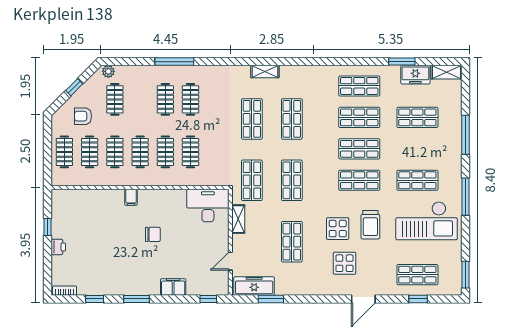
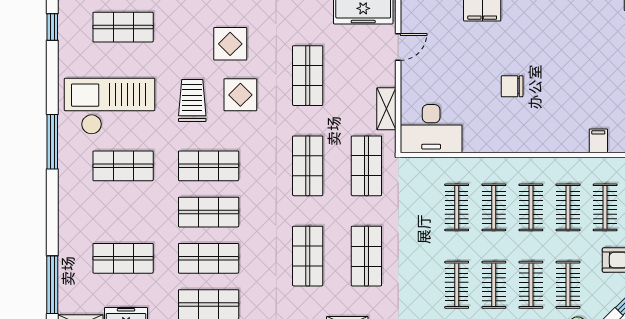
clothes rail: (140, 99) -> (531, 285), added
window: (466, 135) -> (52, 285), moved
filing cabinet: (131, 197) -> (598, 141), moved
window: (466, 275) -> (52, 27), width x0.67

